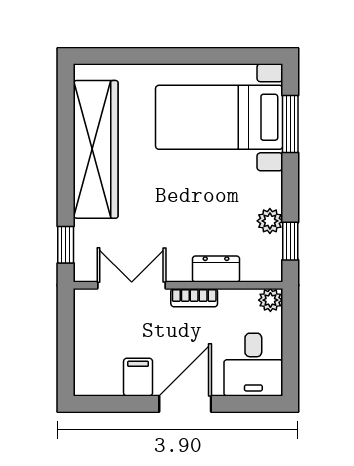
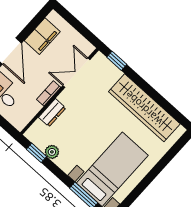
double door: (132, 285) -> (76, 73), swing flipped
plant: (270, 300) -> (20, 123), removed
filing cabinet: (138, 377) -> (42, 36), width x2.00

